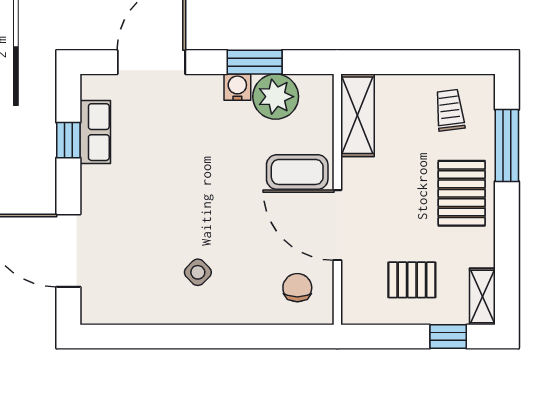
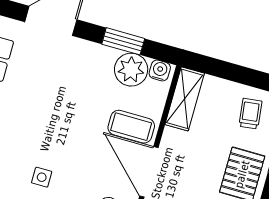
water cooler: (237, 87) -> (160, 70), moved
side table: (198, 272) -> (42, 177), turned 45

